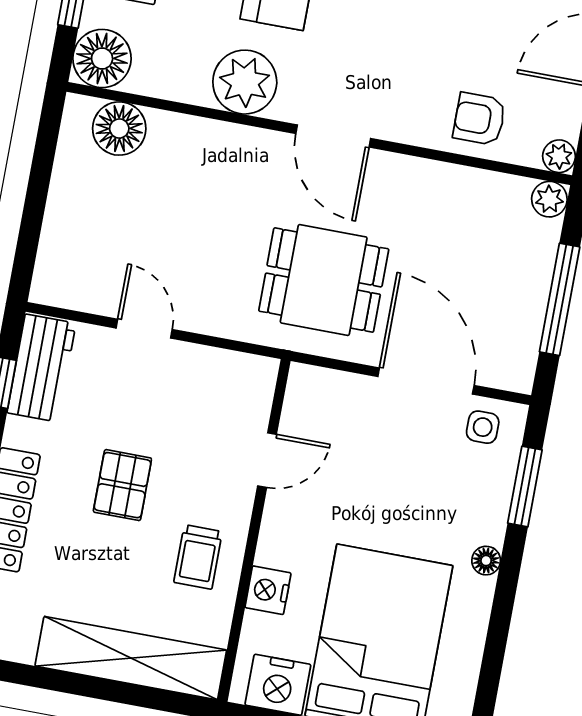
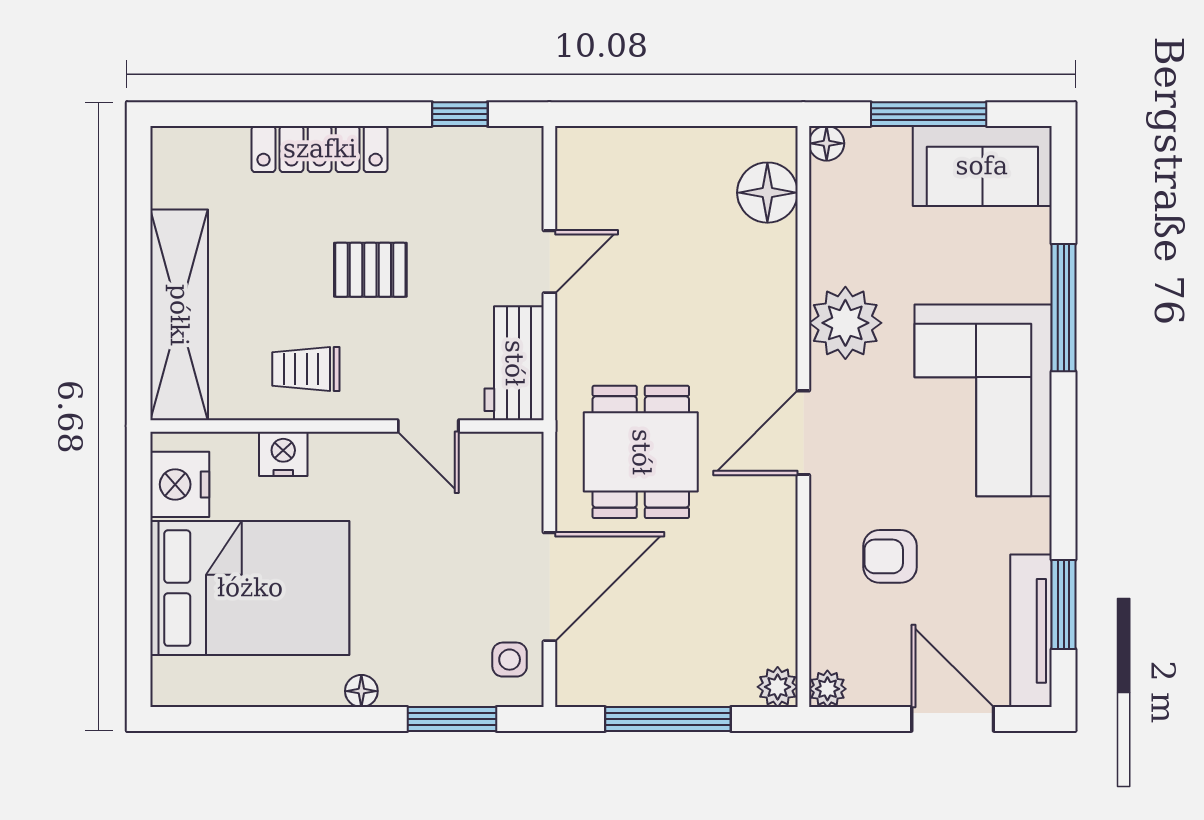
floor lamp: (102, 58) -> (827, 143), width x0.53, depth x0.53
armchair: (479, 119) -> (890, 556), moved, turned -90
workbench: (42, 368) -> (514, 363), moved, turned 90

